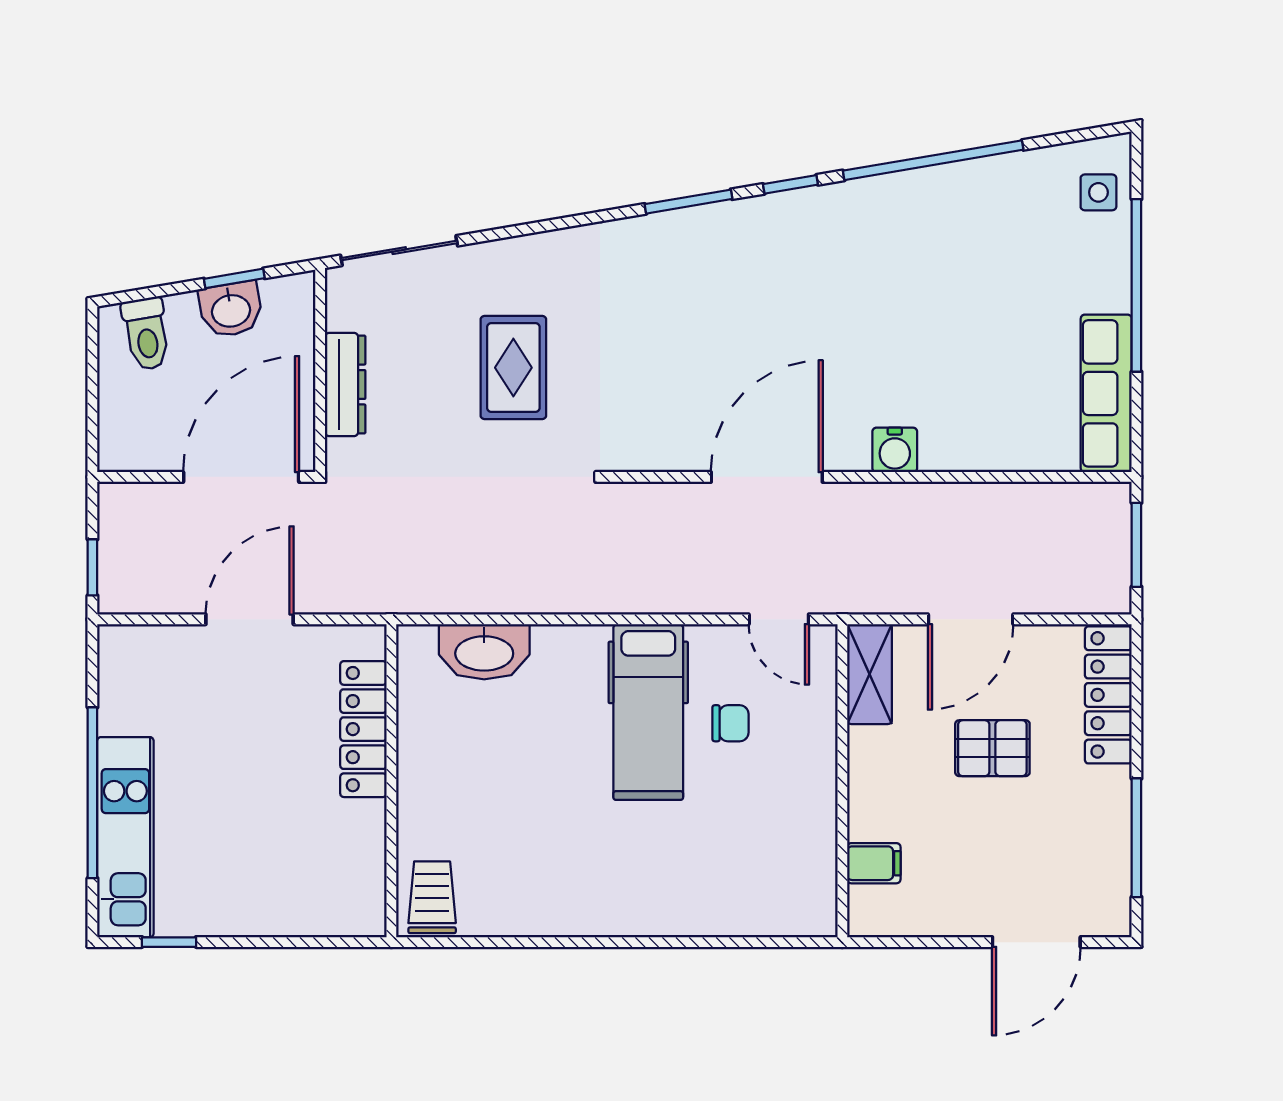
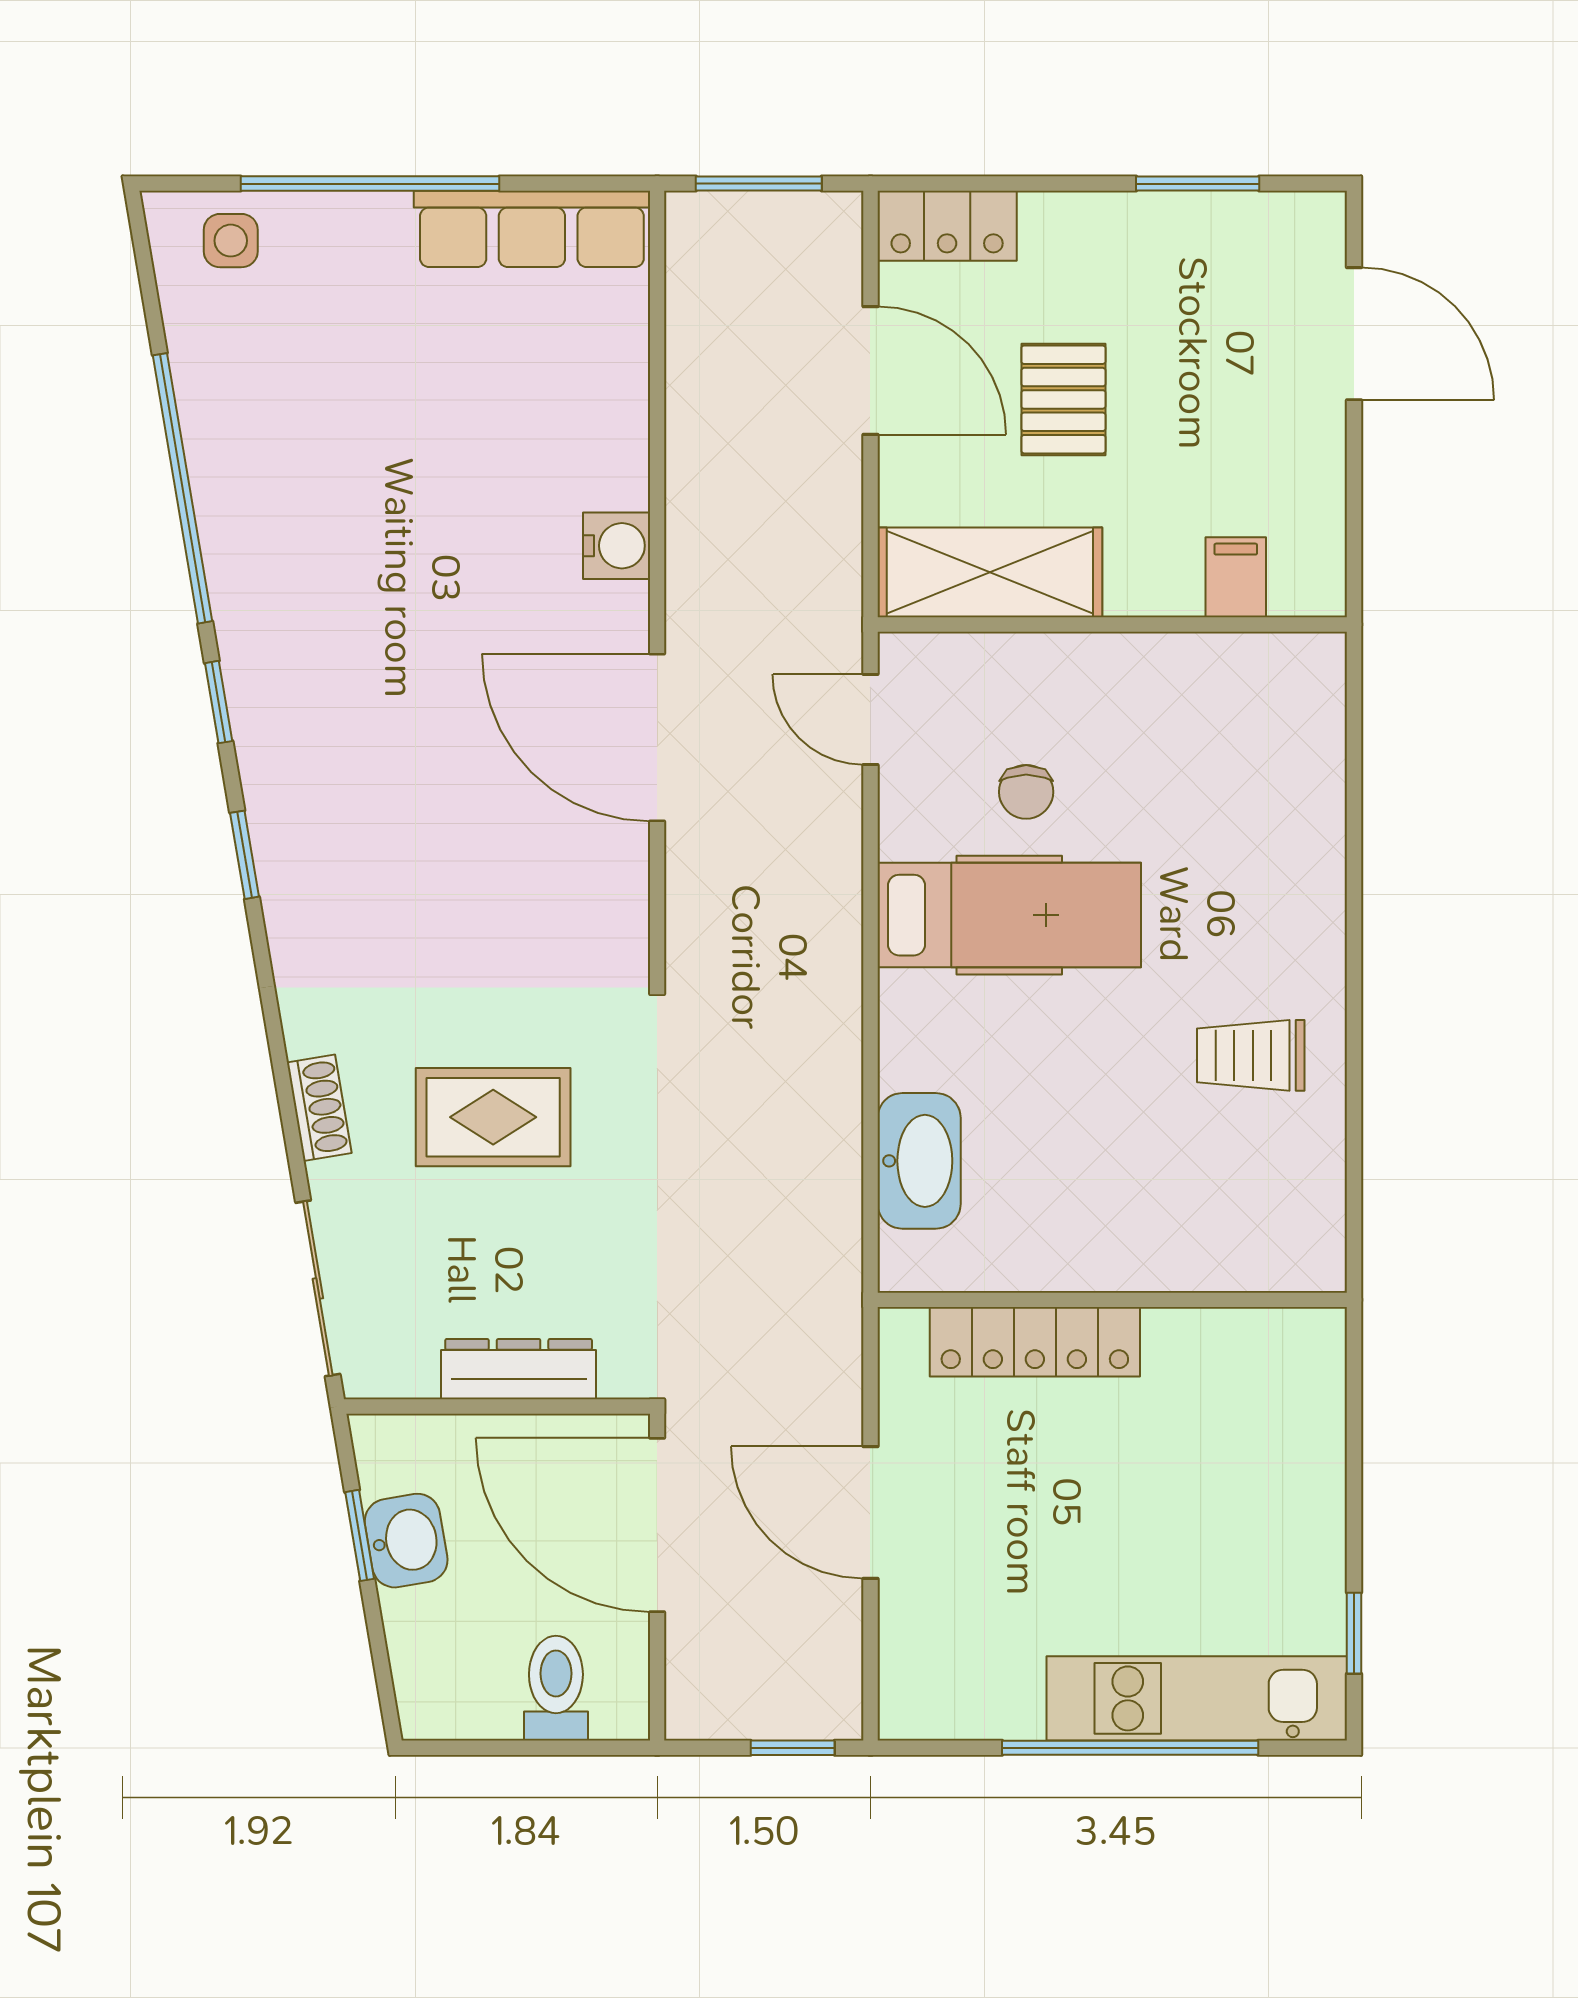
window: (688, 202) -> (245, 855), width x0.67
shoe rack: (520, 251) -> (319, 1108), added
toilet: (146, 334) -> (556, 1688), moved, turned -80
door: (779, 619) -> (870, 719), swing flipped
door: (971, 619) -> (870, 370), moved
shelving: (869, 674) -> (990, 572), width x1.50, depth x1.33
locker: (1108, 695) -> (947, 226), width x0.66
chair: (730, 723) -> (1026, 792), turned 180
window: (1136, 838) -> (1198, 184), width x0.69
trolley: (432, 897) -> (1251, 1055), moved

